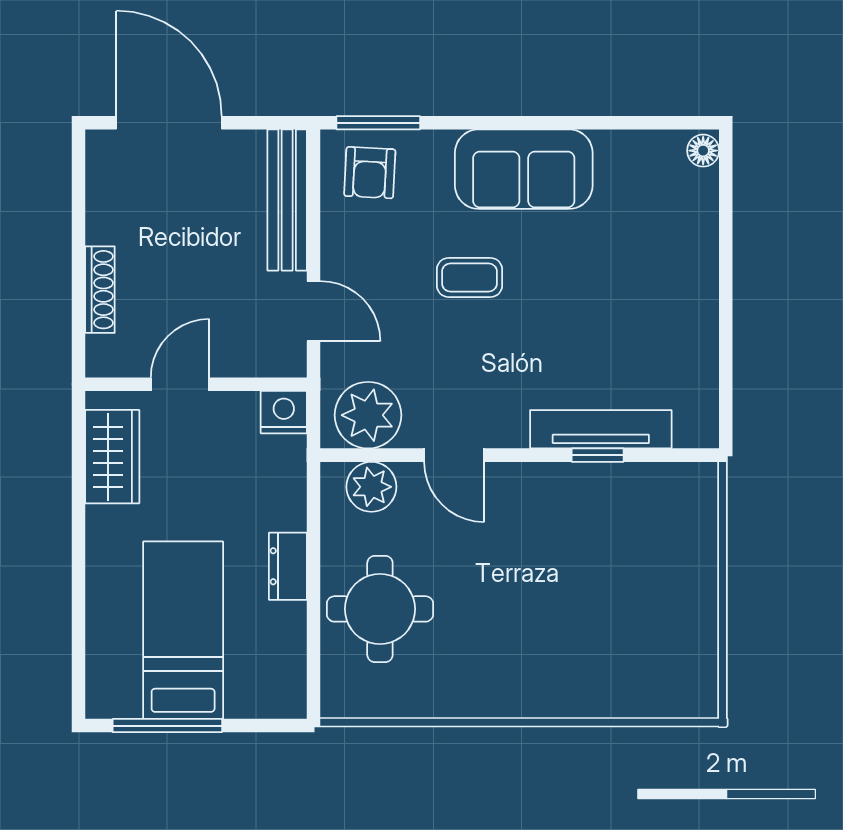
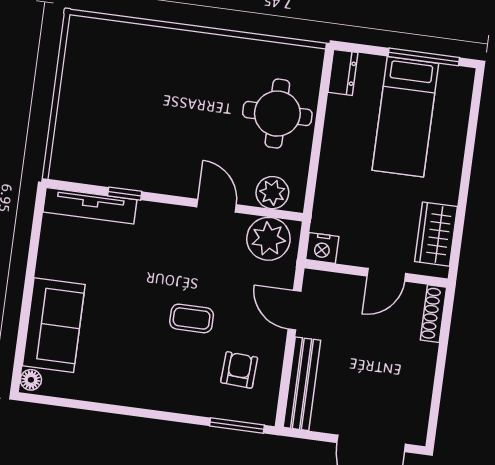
sofa: (524, 169) -> (54, 325), moved, turned 90
armchair: (370, 173) -> (239, 370), moved
shoe rack: (100, 290) -> (433, 314), moved
tv unit: (601, 429) -> (90, 206), moved
dresser: (288, 566) -> (343, 72), moved

